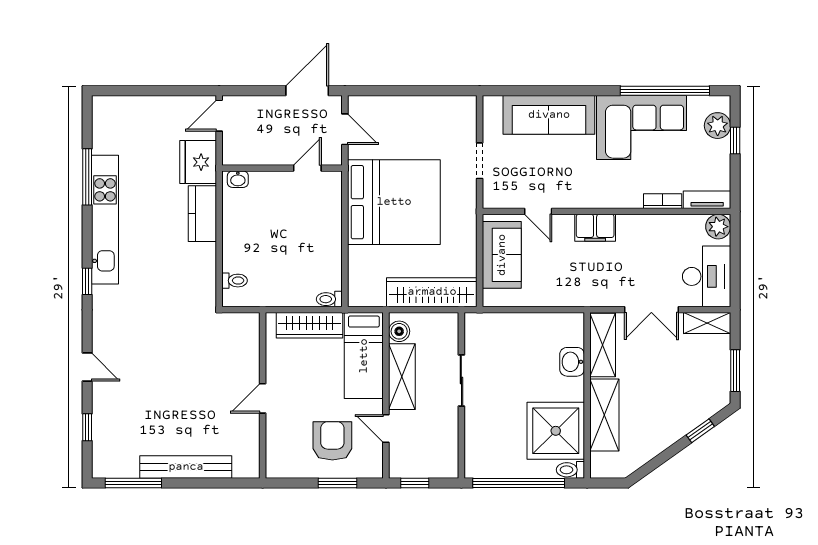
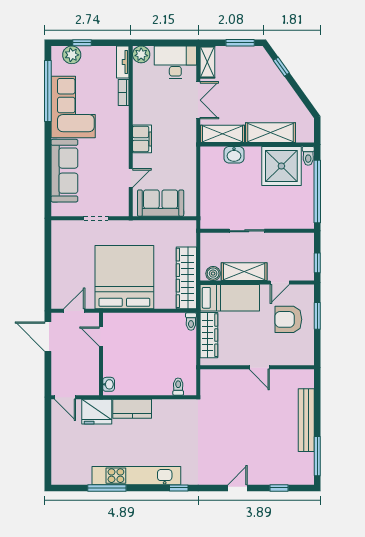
wardrobe: (432, 292) -> (186, 278), moved

